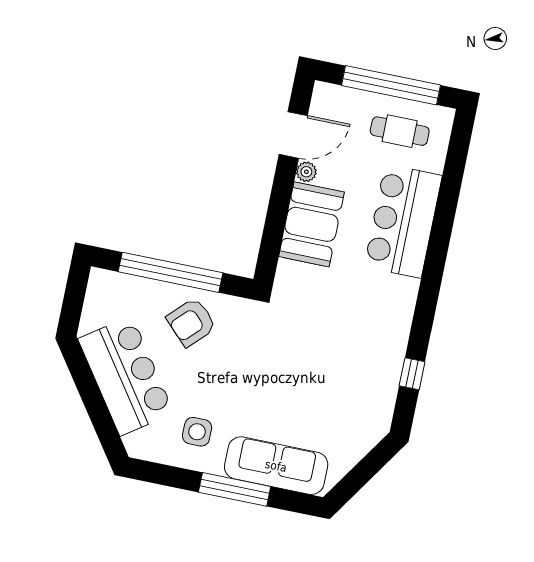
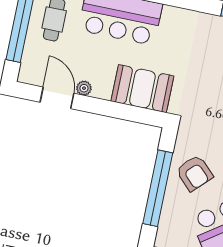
booth: (311, 224) -> (142, 89), moved

